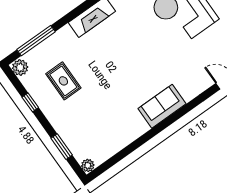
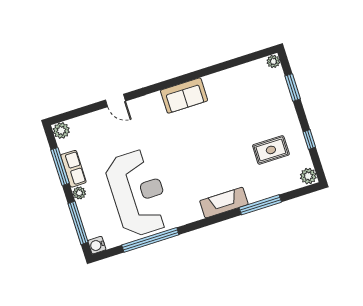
window: (36, 41) -> (260, 205), moved
rug: (63, 81) -> (271, 150), turned 90

